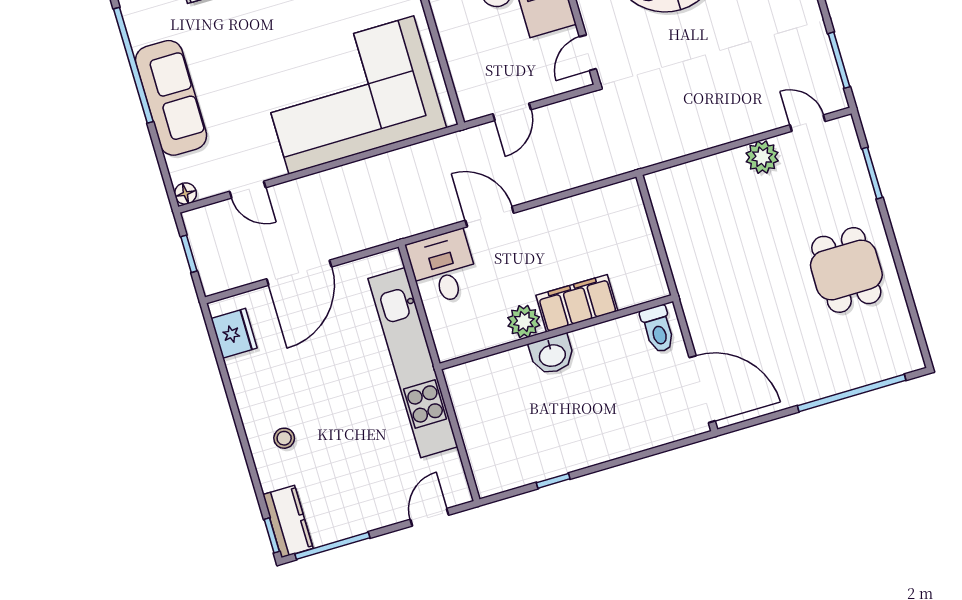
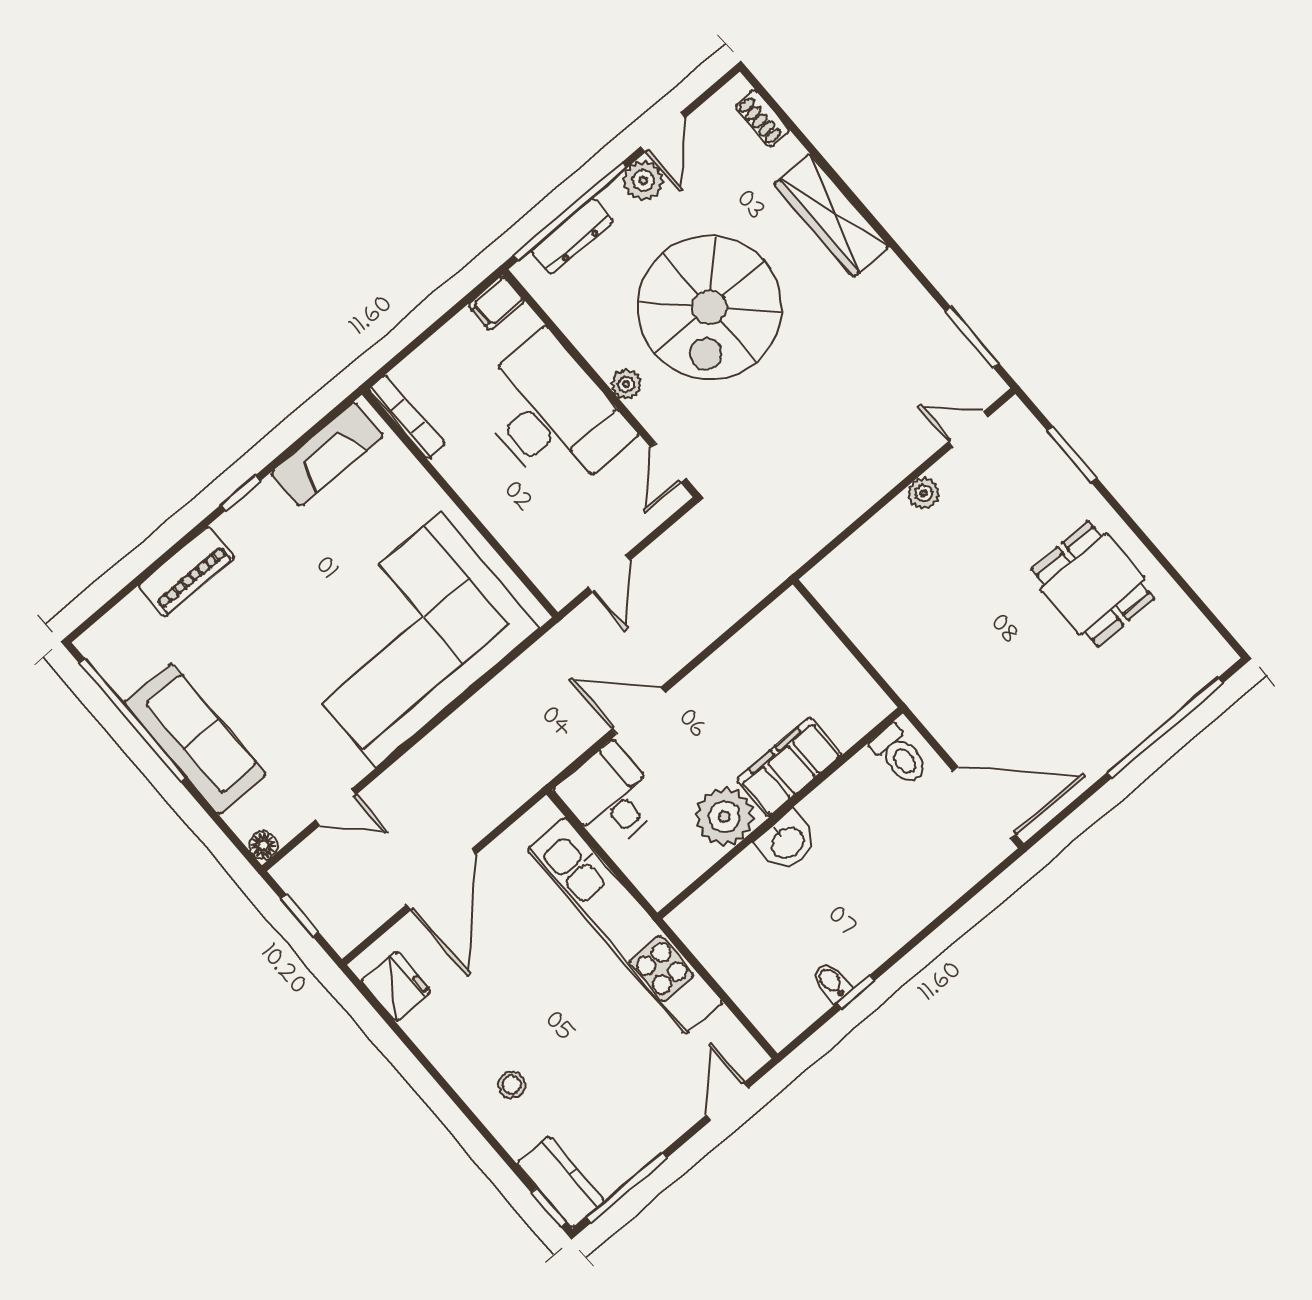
plant: (762, 157) -> (924, 493), width x0.73, depth x0.73
plant: (524, 322) -> (724, 817), width x1.36, depth x1.36
bidet: (540, 467) -> (832, 982), added

